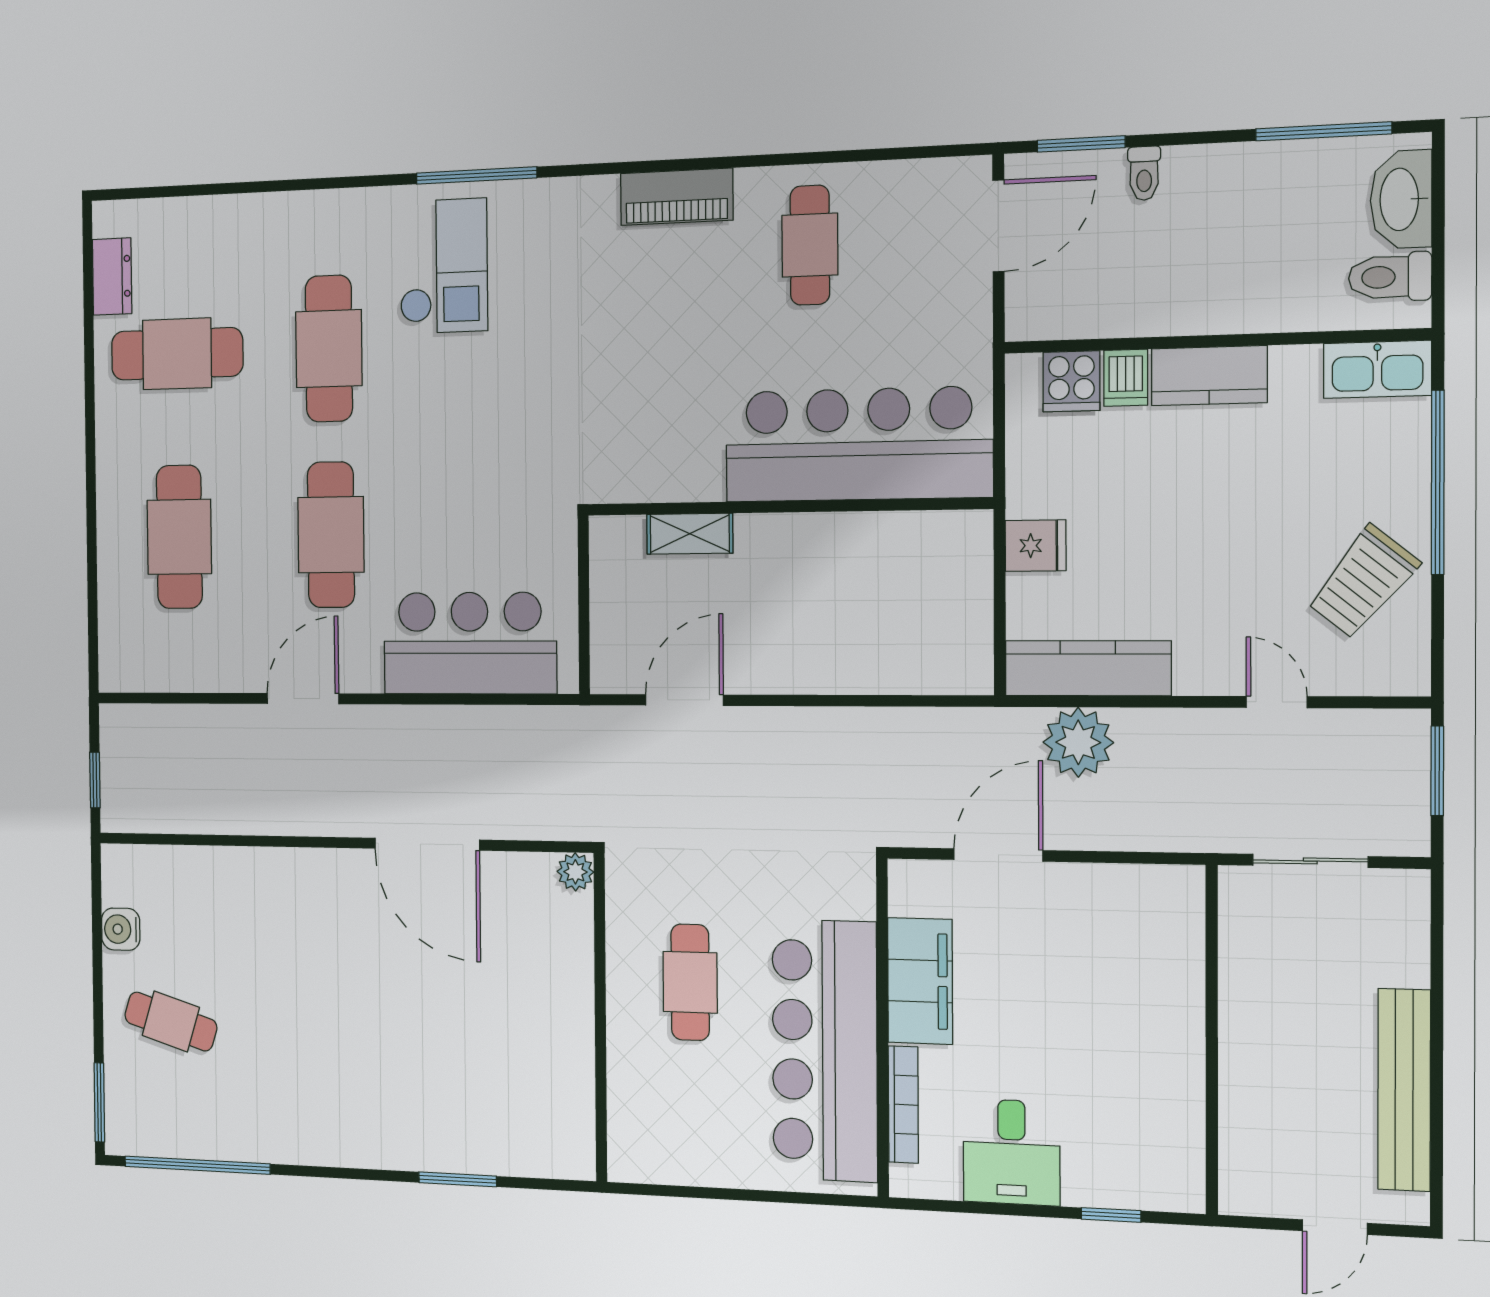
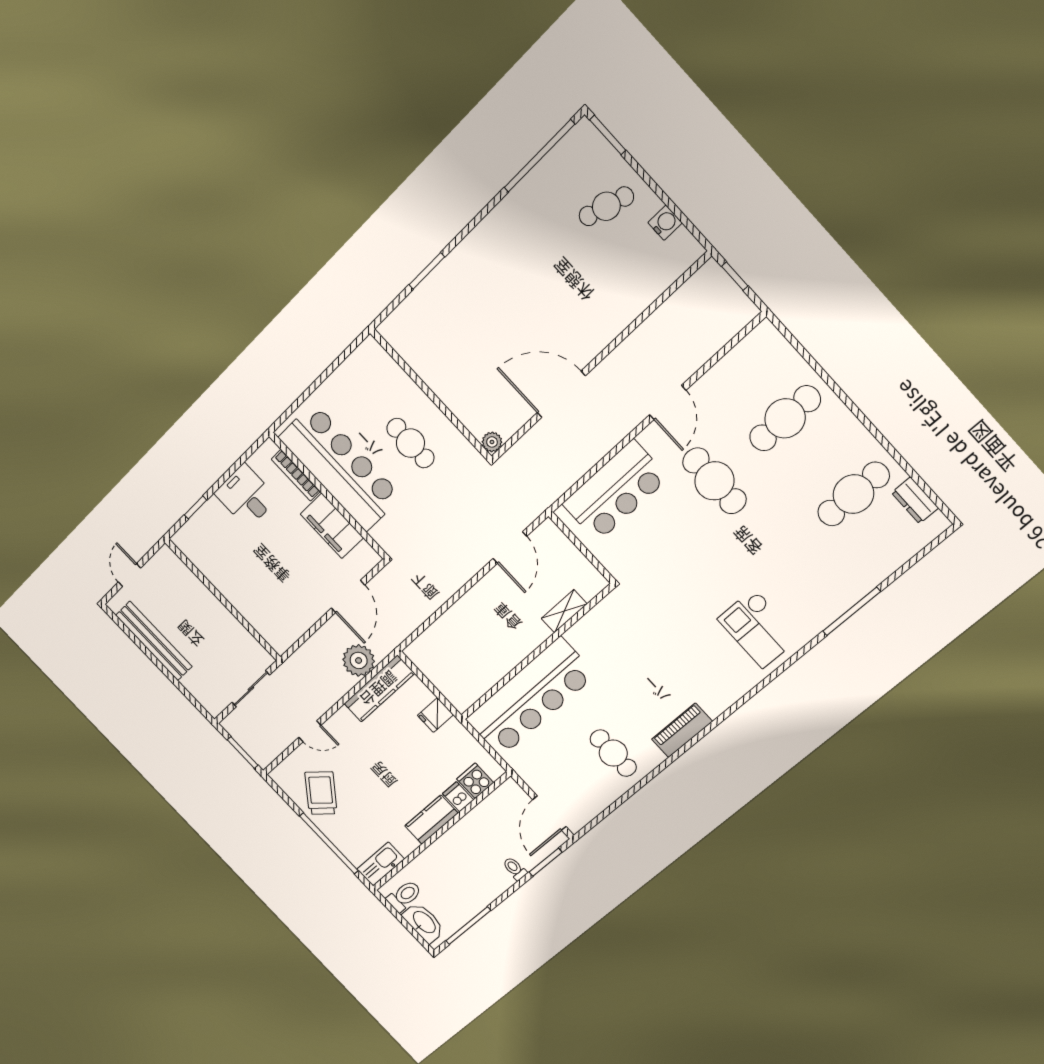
window: (476, 175) -> (852, 611), moved
cafe table: (329, 349) -> (782, 555), removed
cafe table: (179, 537) -> (785, 418), turned 90

